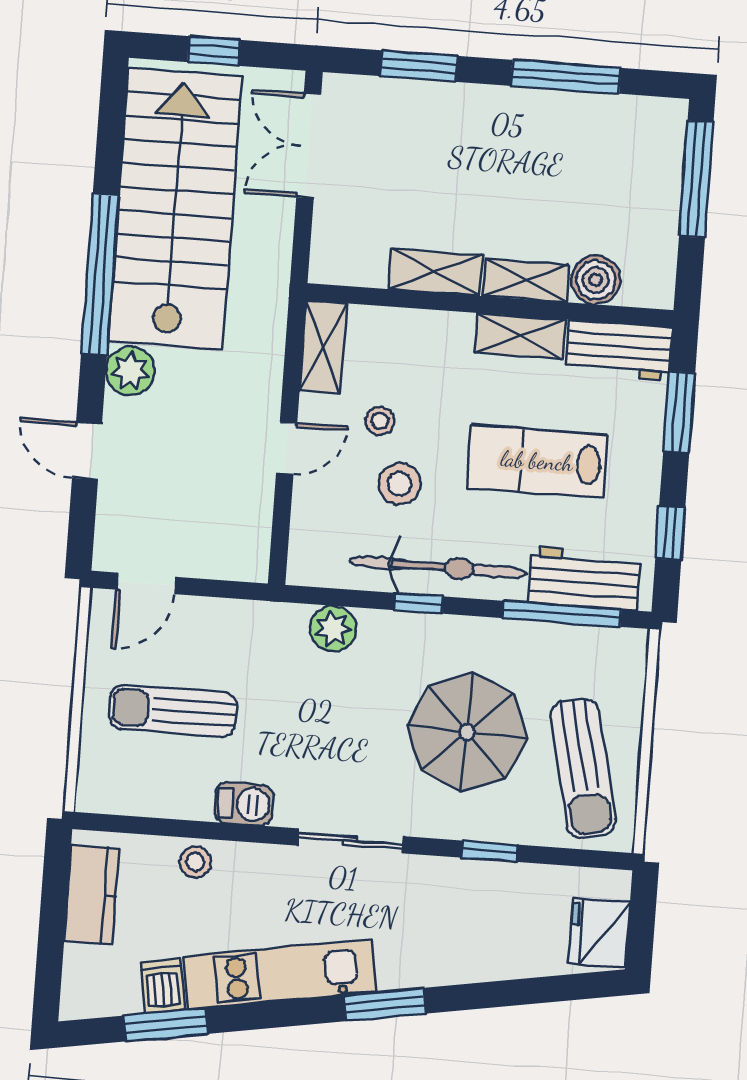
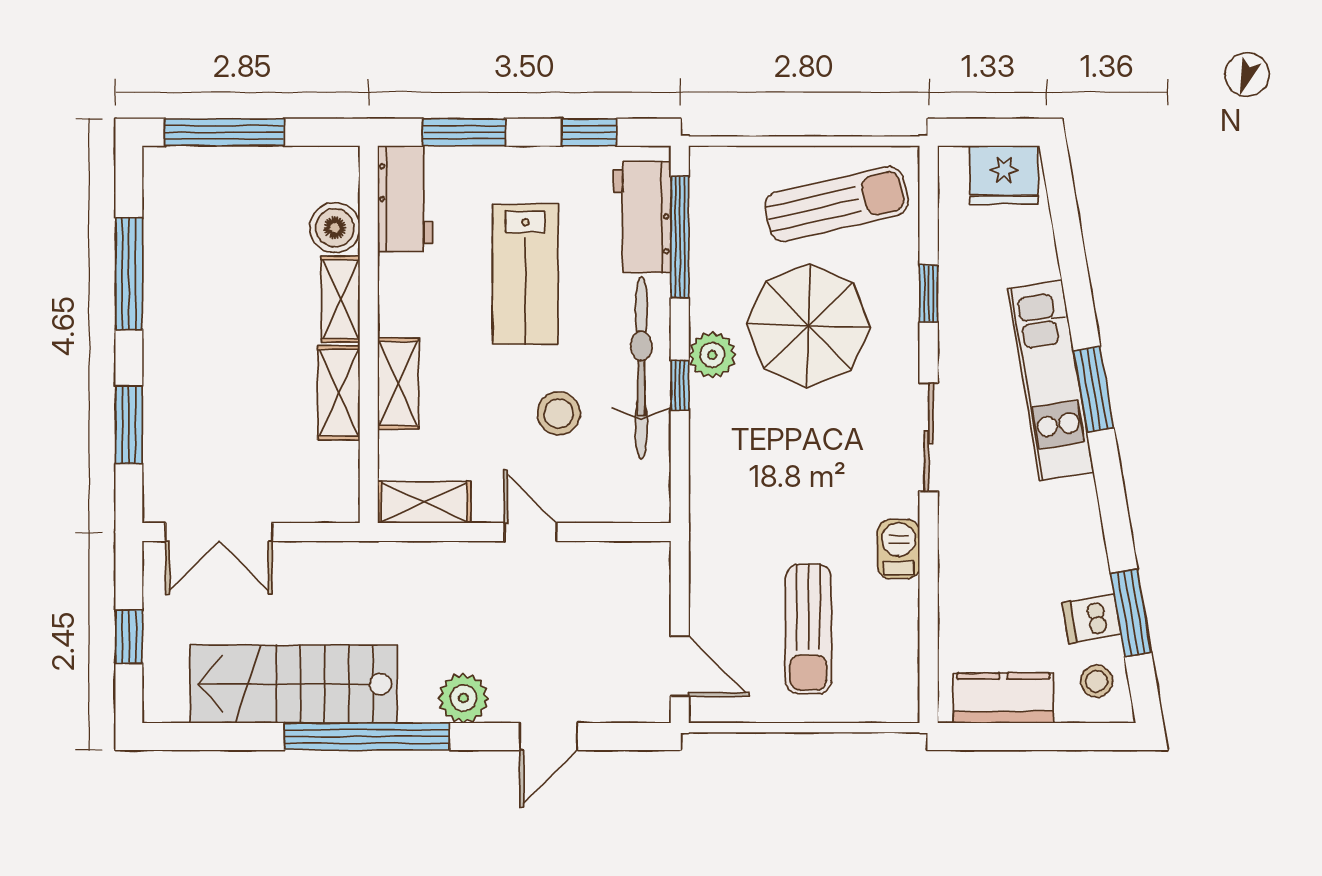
stairs: (175, 209) -> (293, 684), width x0.73, depth x0.66
shelving: (520, 336) -> (398, 384), moved
stool: (380, 421) -> (496, 438), removed
plant: (333, 629) -> (712, 355), moved
stool: (195, 862) -> (1097, 681), moved
kitchen unit: (280, 974) -> (1051, 380), moved

